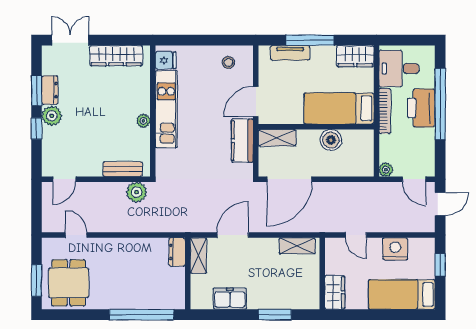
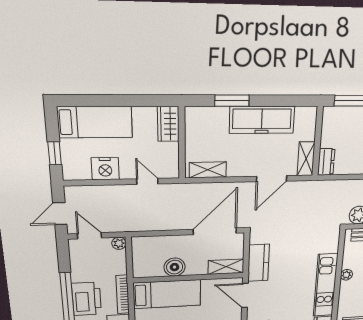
door: (256, 102) -> (245, 296), swing flipped
freezer: (230, 299) -> (262, 120), width x1.91, depth x1.26

